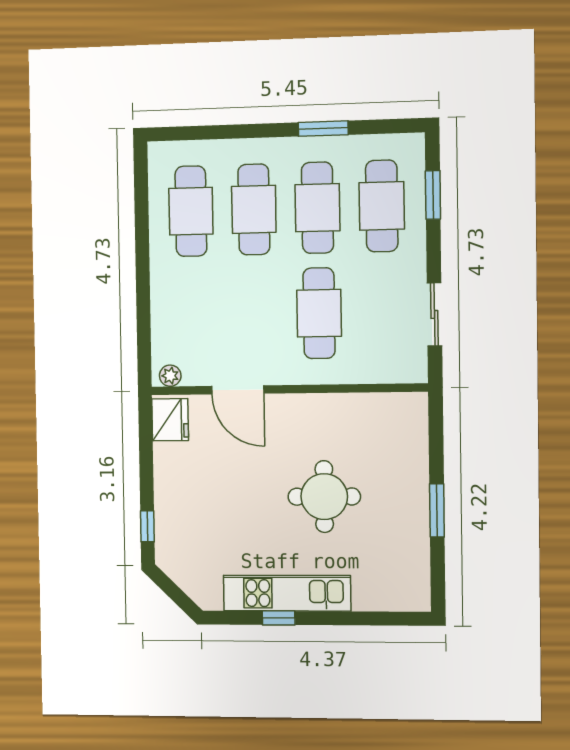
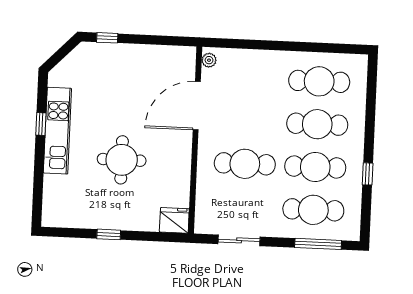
window: (323, 129) -> (368, 174), width x0.67
window: (433, 195) -> (318, 244), width x1.44
door: (238, 390) -> (197, 106), width x1.36
fridge: (170, 420) -> (174, 220), moved, turned 180
window: (437, 510) -> (109, 234), width x0.67

